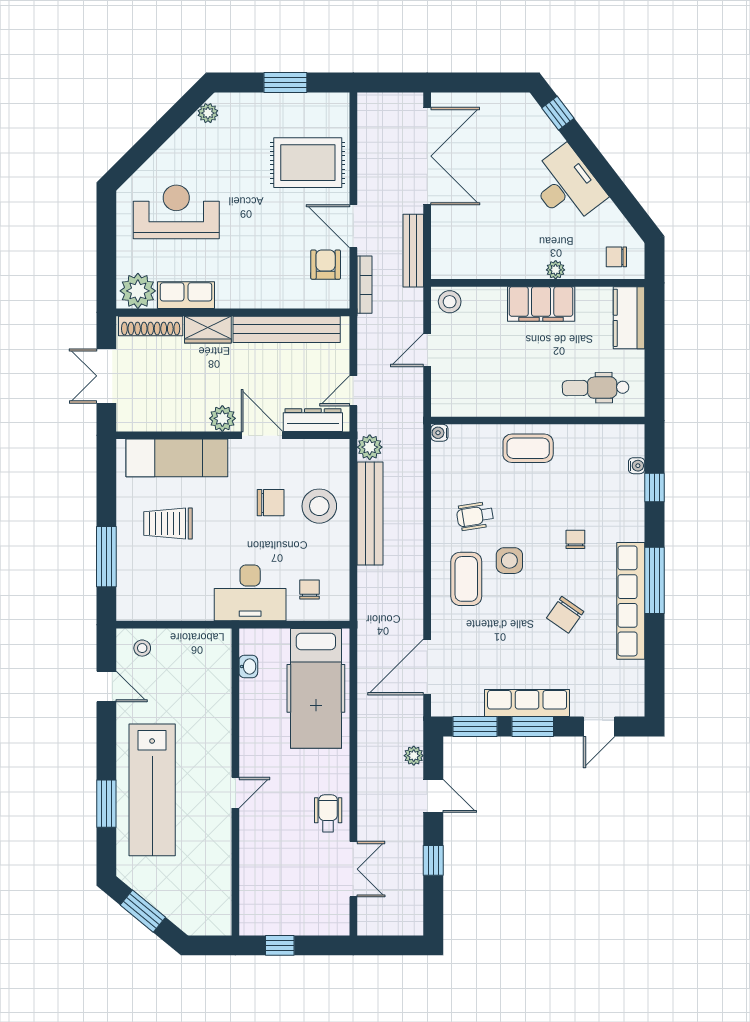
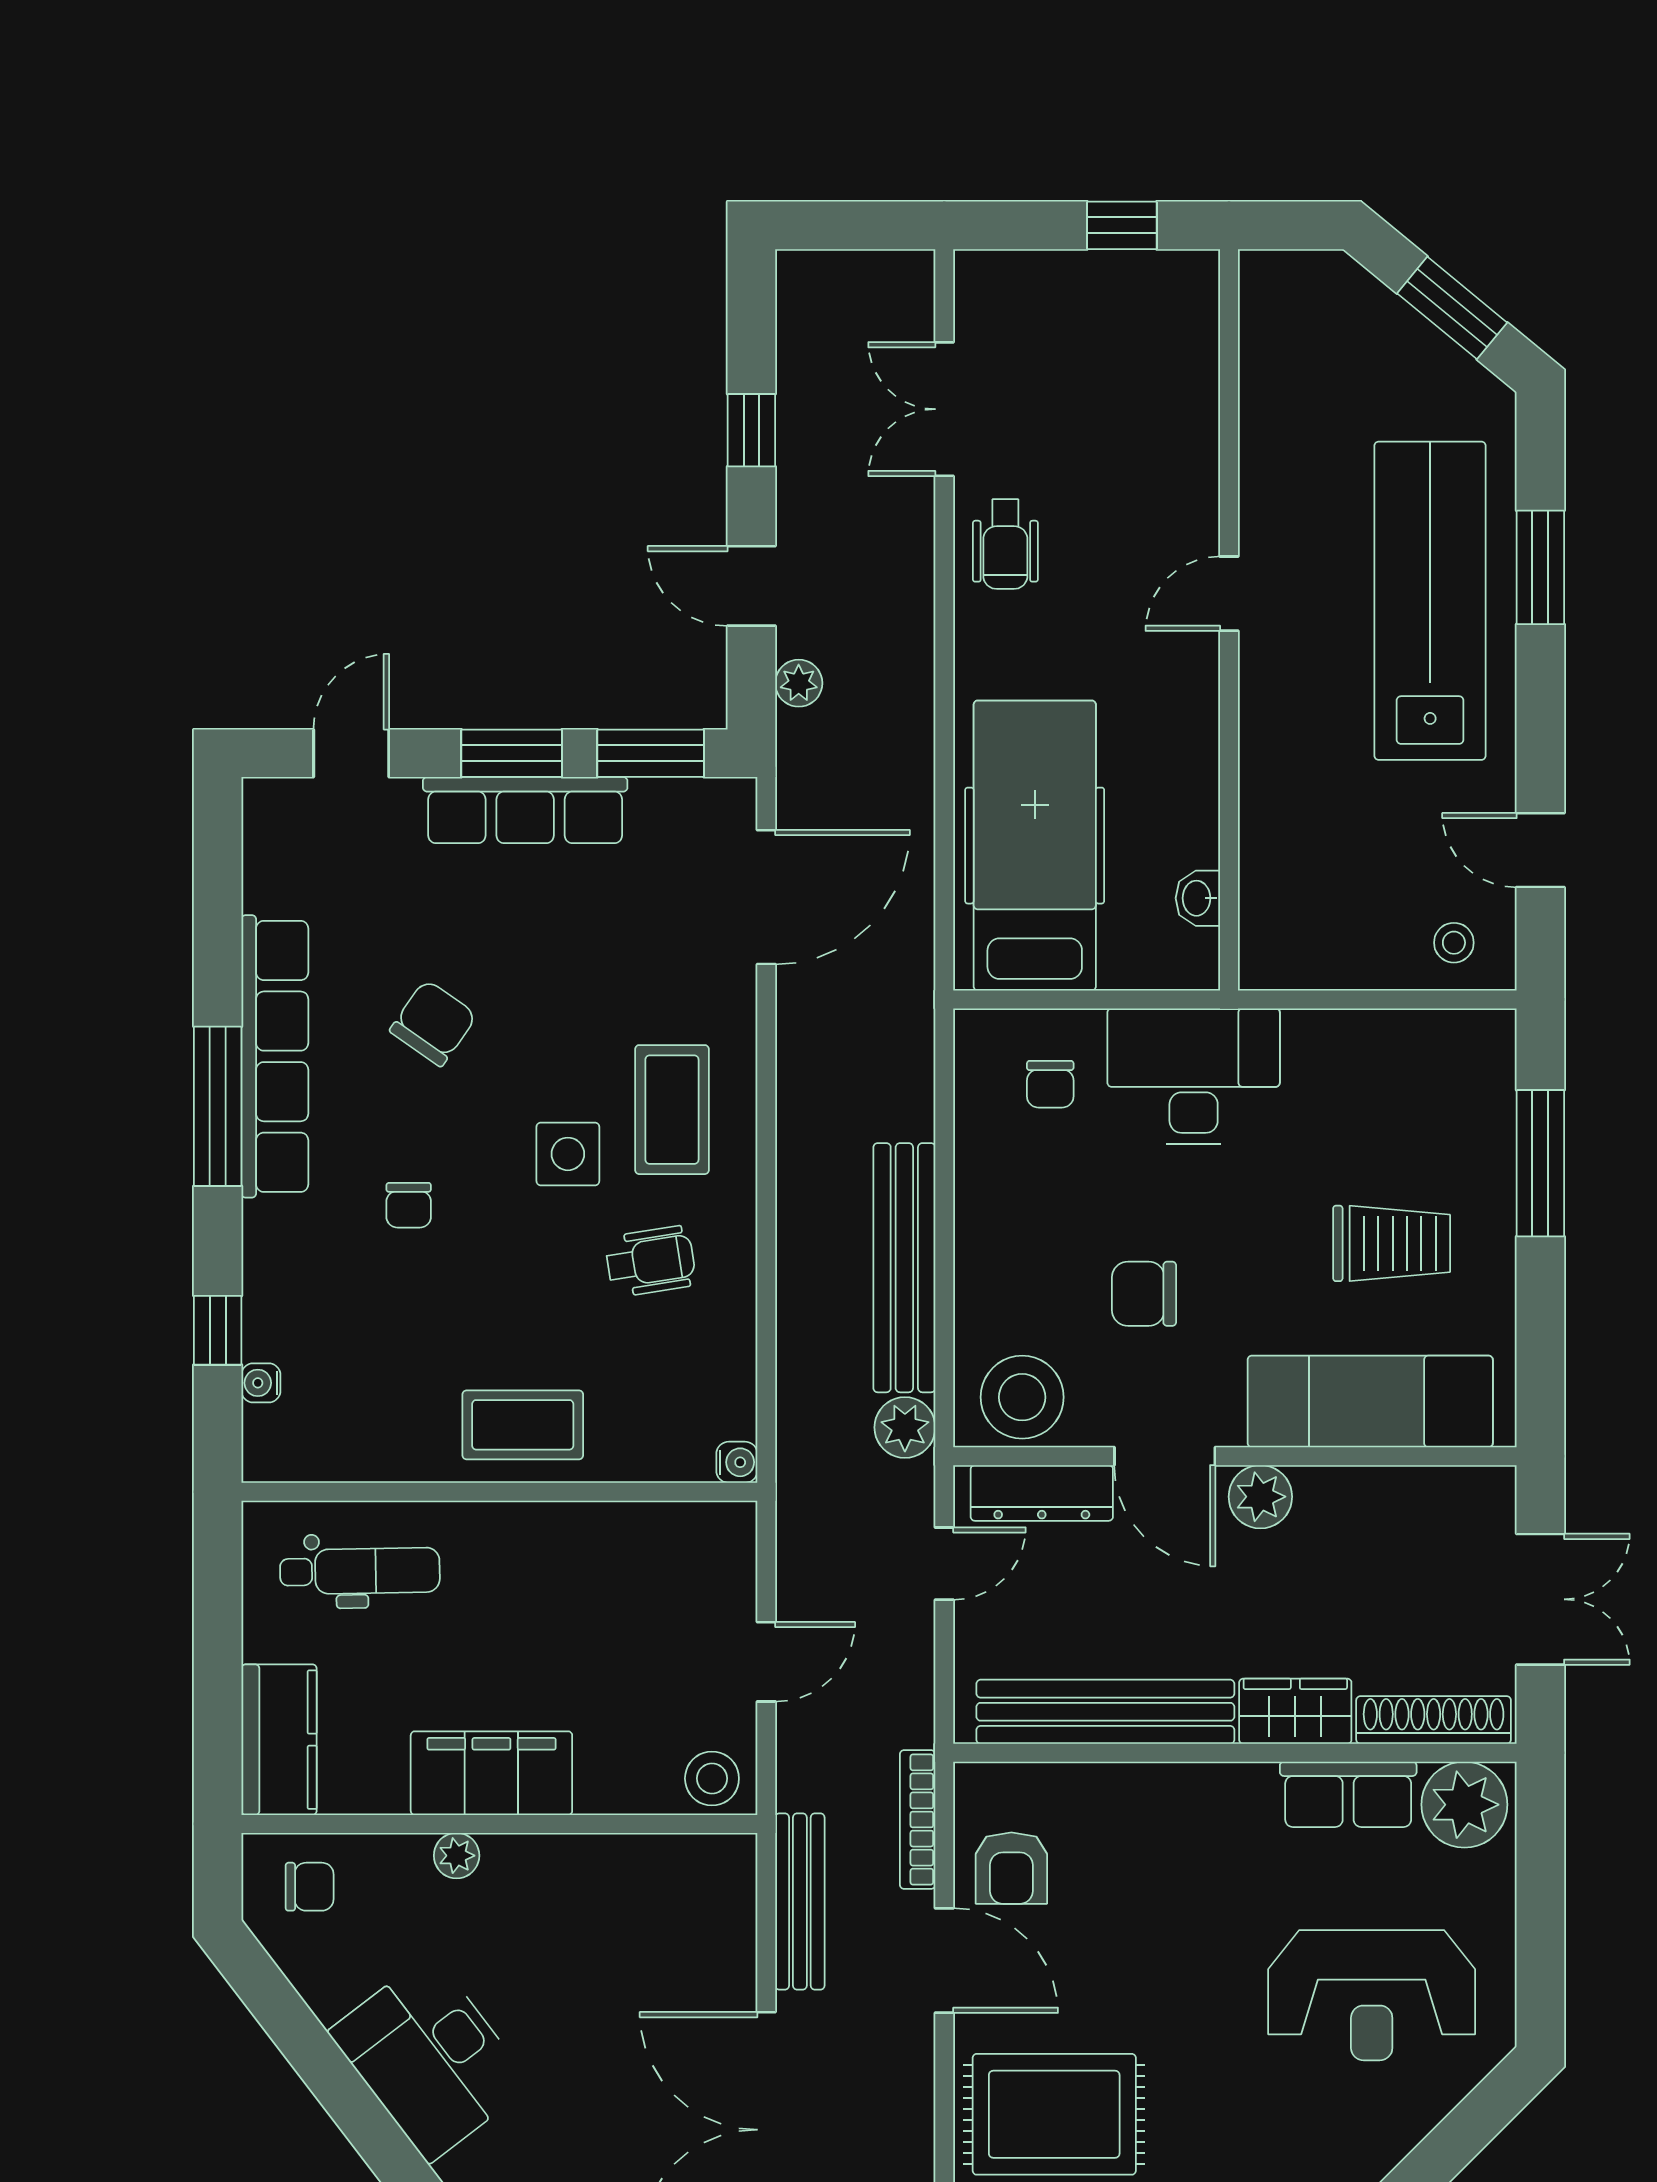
stool: (319, 506) -> (1022, 1397), moved

